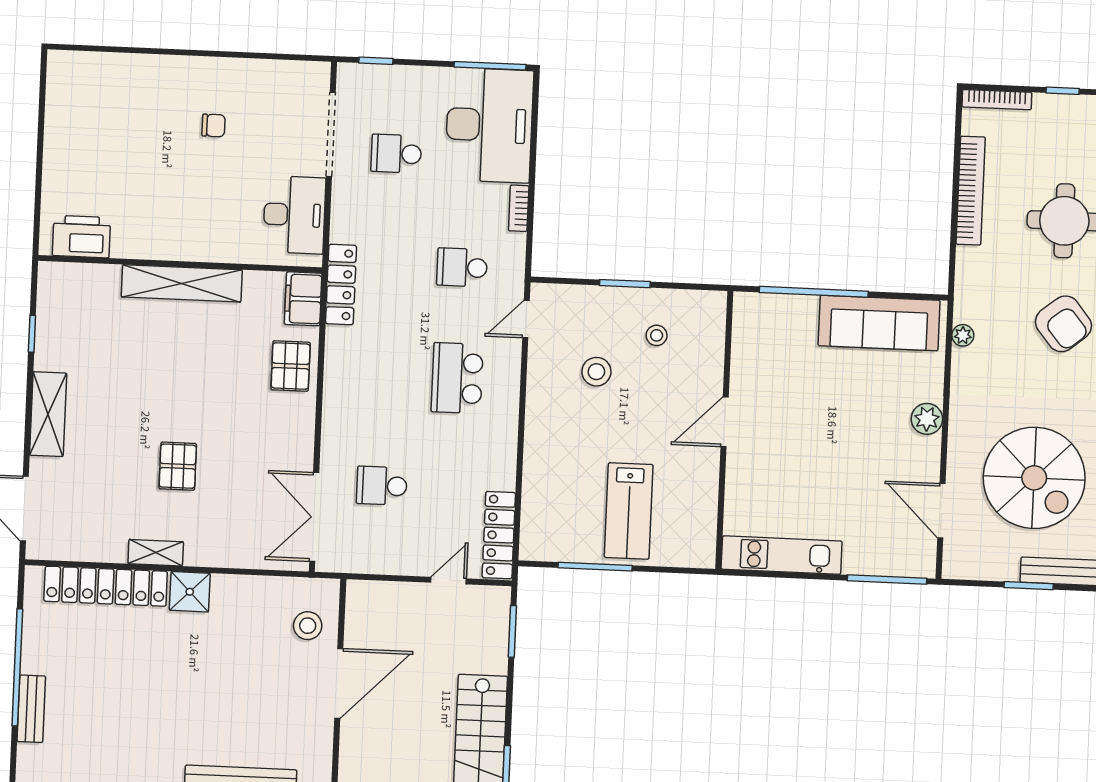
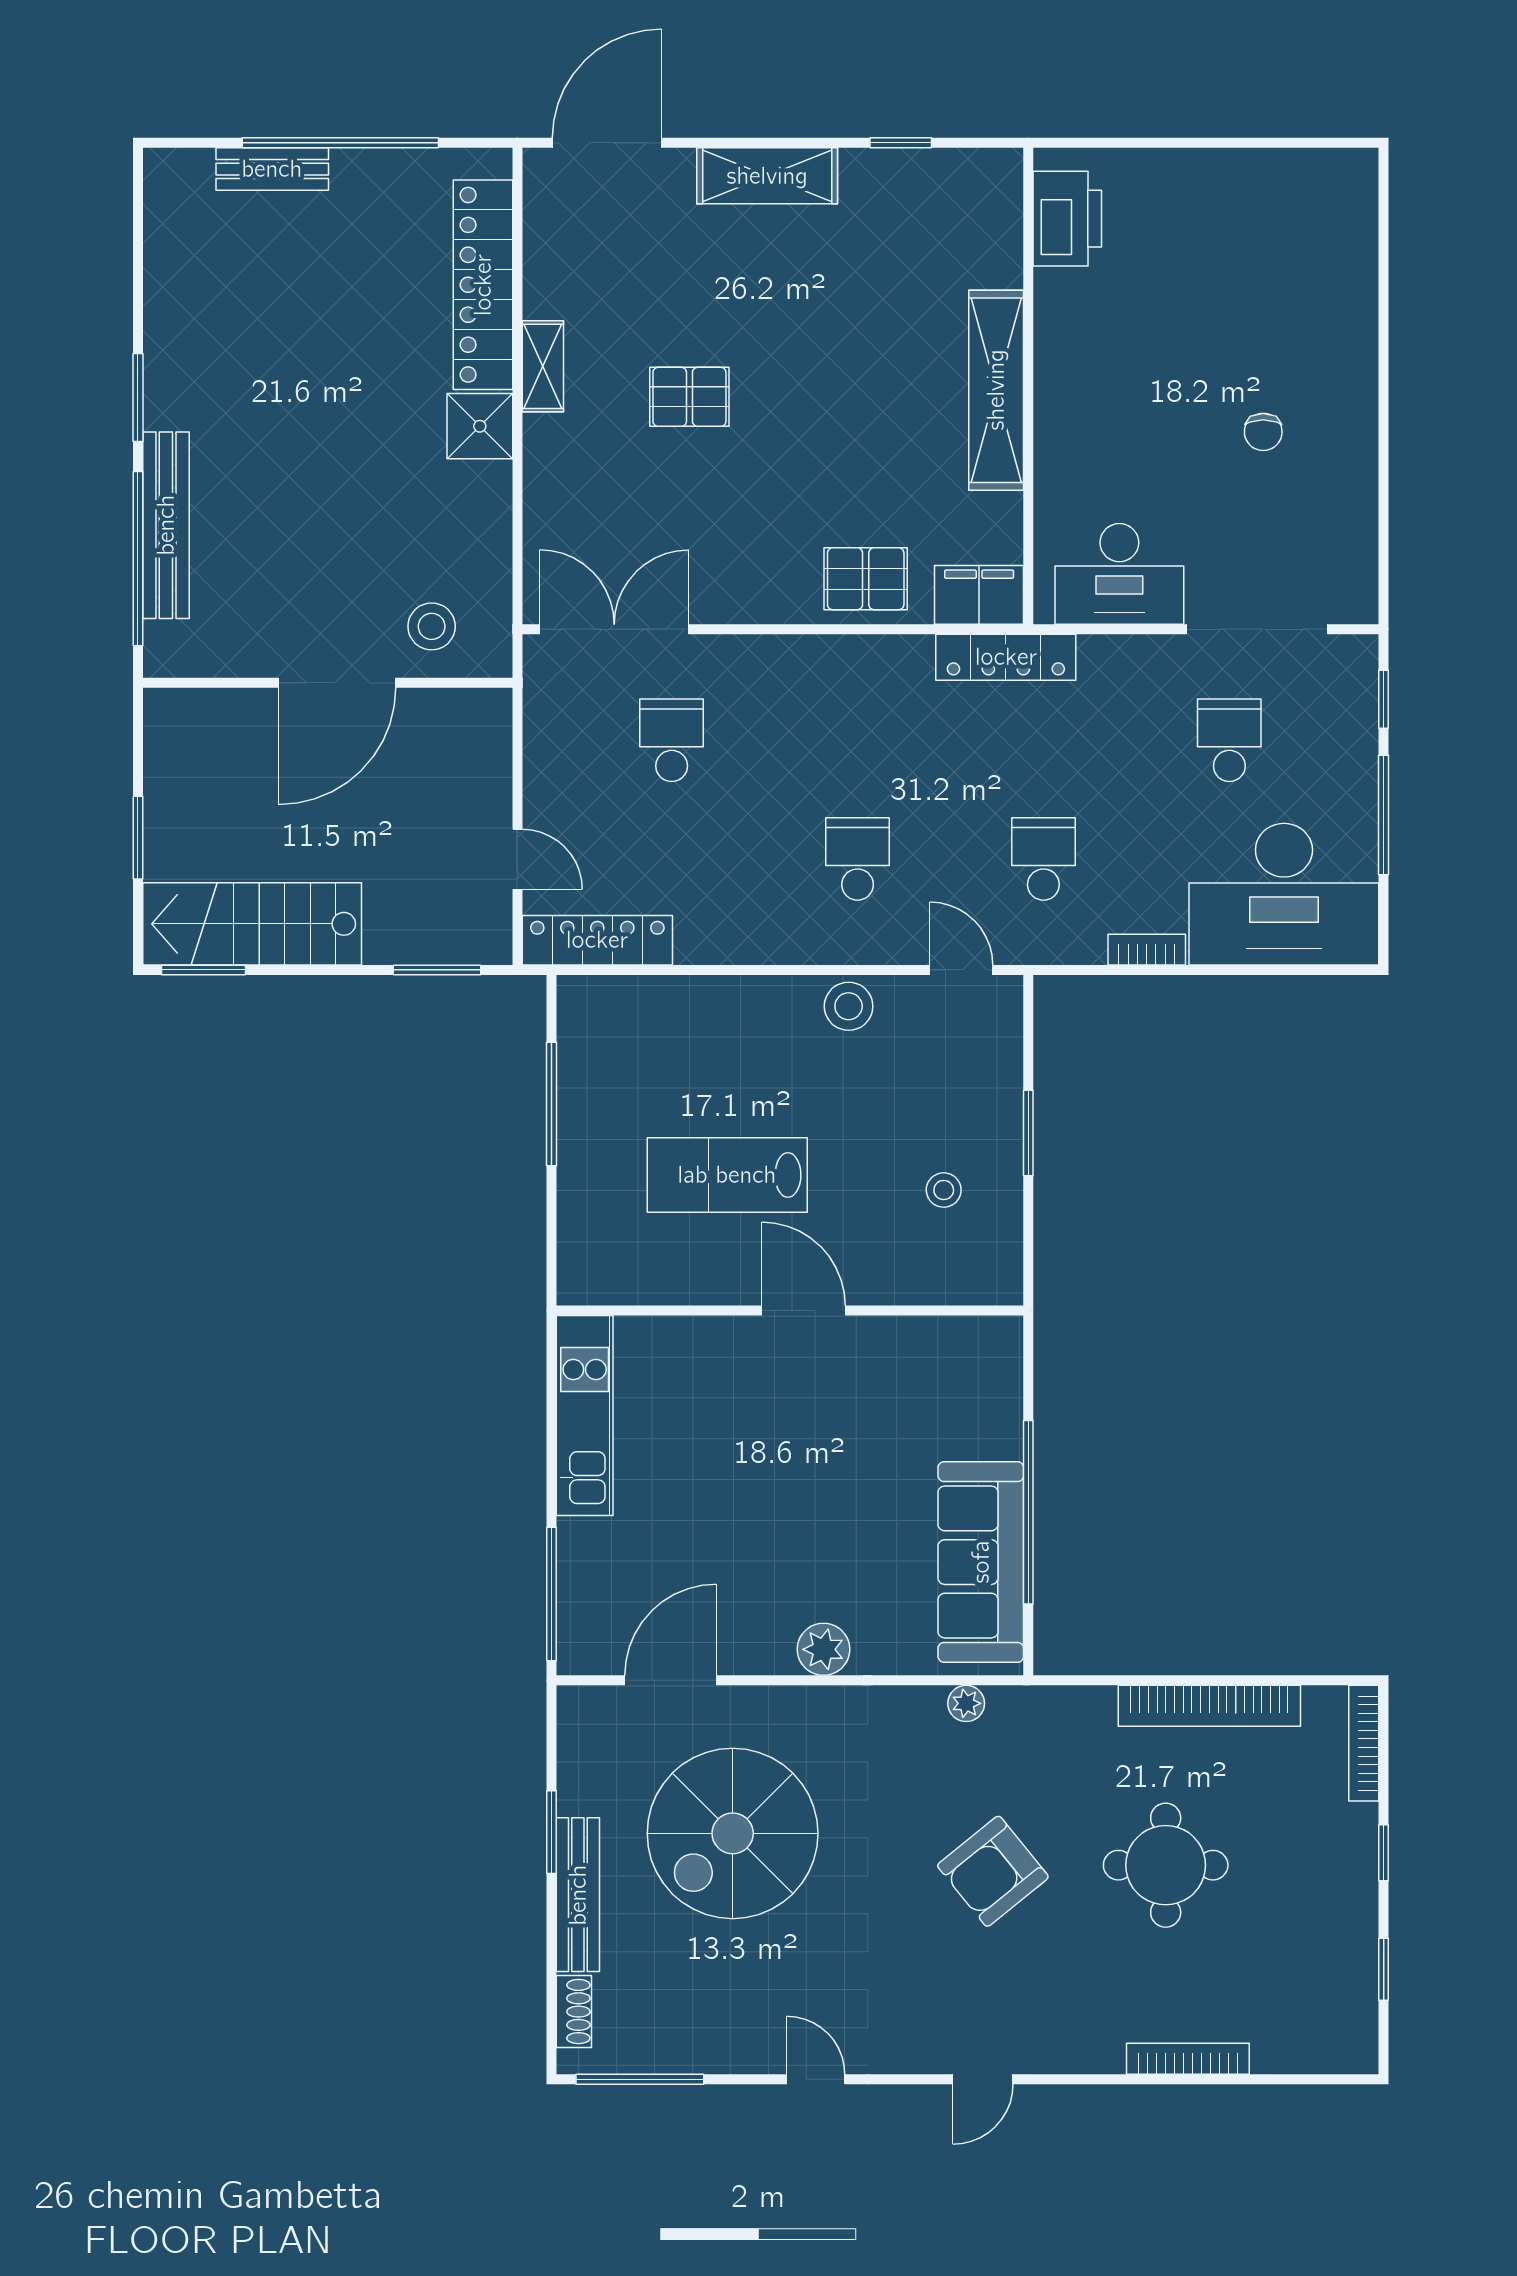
window: (490, 66) -> (1384, 815), moved
window: (814, 292) -> (1028, 1512), moved
stool: (596, 372) -> (849, 1006), moved
school desk: (457, 378) -> (858, 859), width x0.54
lab bench: (629, 511) -> (727, 1175), moved
door: (339, 683) -> (337, 683), hinge flipped

